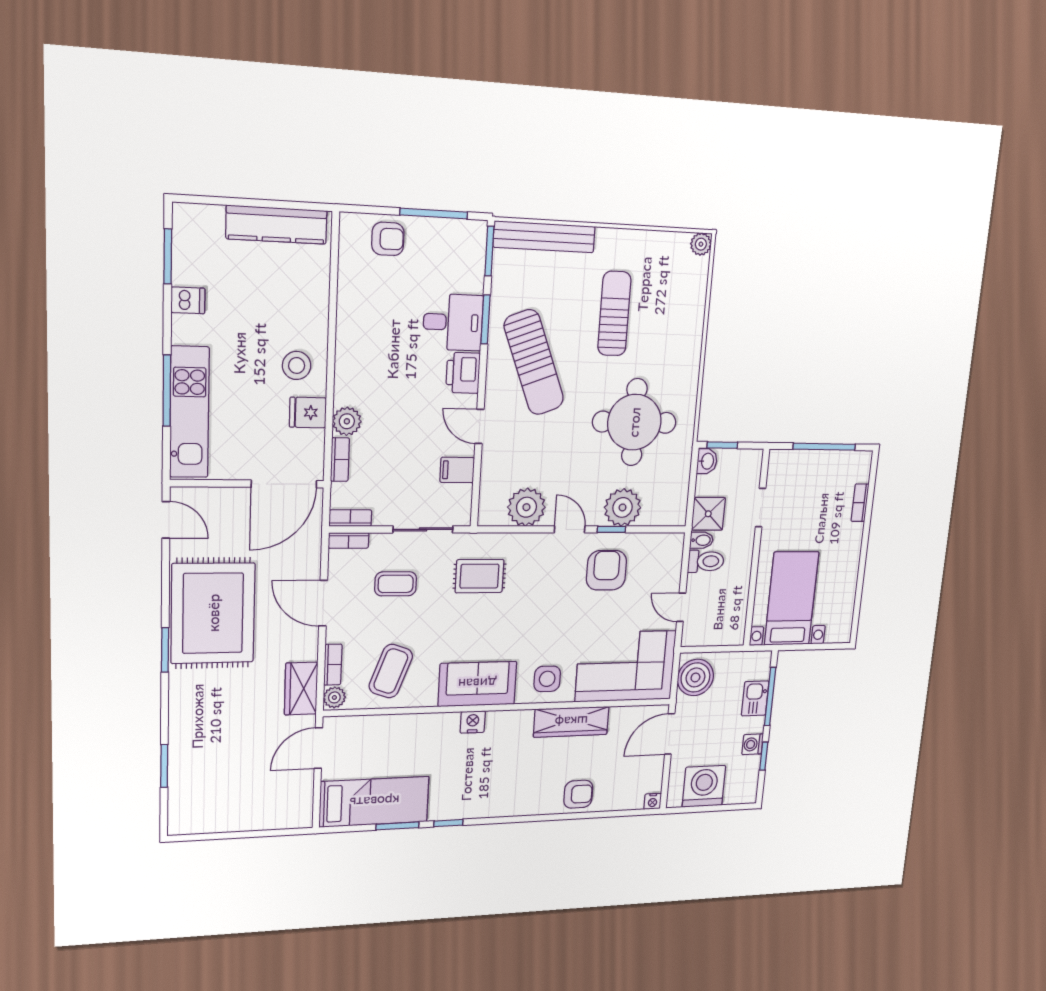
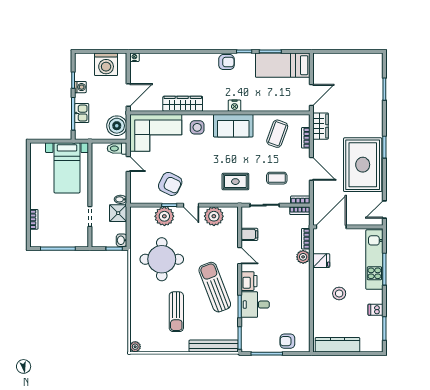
stool: (297, 365) -> (339, 293), moved
door: (166, 520) -> (384, 210), hinge flipped
toilet: (706, 561) -> (117, 148), moved
armchair: (606, 570) -> (170, 184), turned -64
plant: (334, 697) -> (304, 121), removed
armchair: (578, 794) -> (226, 62), moved, turned 180

